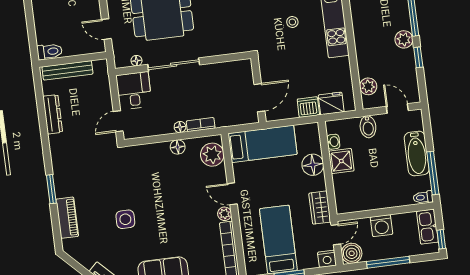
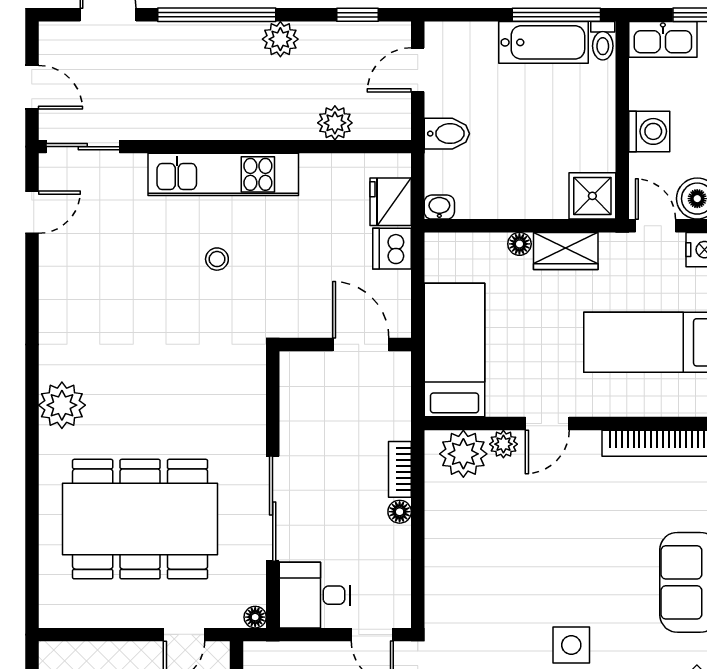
window: (418, 57) -> (357, 15), moved
floor lamp: (136, 61) -> (255, 617), moved
plant: (368, 86) -> (335, 123), moved
washbasin: (333, 142) -> (439, 207), moved
floor lamp: (178, 147) -> (439, 521), removed
bathtub: (417, 154) -> (543, 42), moved
shower: (341, 161) -> (592, 196), moved
floor lamp: (313, 165) -> (519, 244), width x0.53, depth x0.53
wardrobe: (320, 208) -> (566, 251), moved
plant: (225, 214) -> (503, 444), moved

